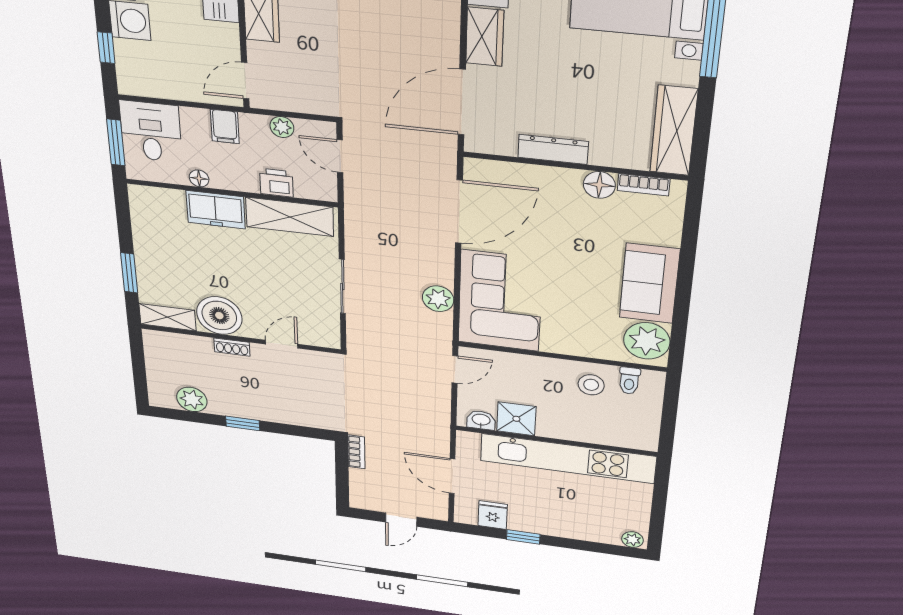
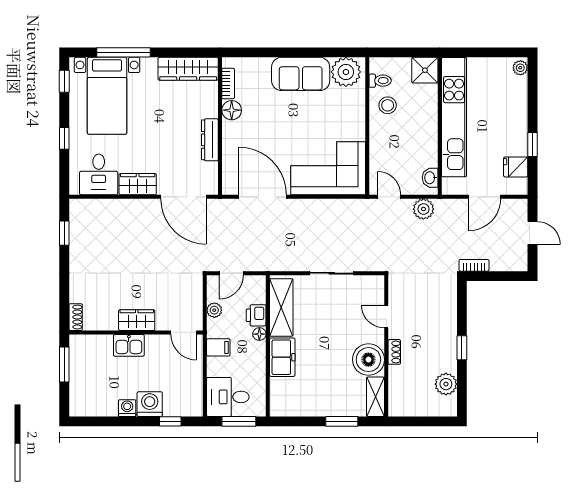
floor lamp: (199, 178) -> (259, 334), moved
plant: (438, 299) -> (423, 209), moved
shower: (516, 419) -> (425, 70), moved

